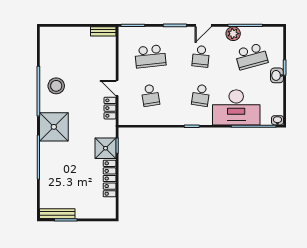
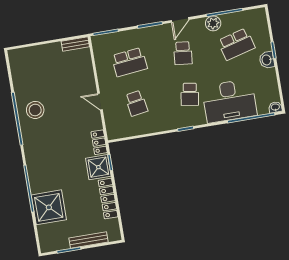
locker: (110, 108) -> (99, 142), moved
shower: (54, 127) -> (49, 207), moved
bench: (57, 214) -> (88, 240), moved

